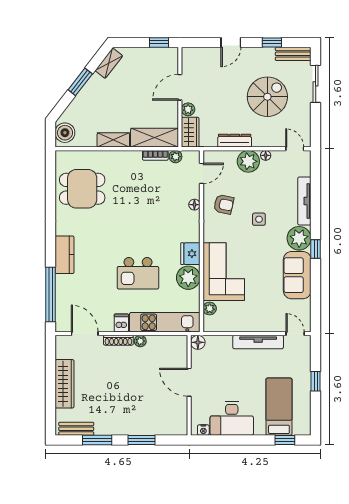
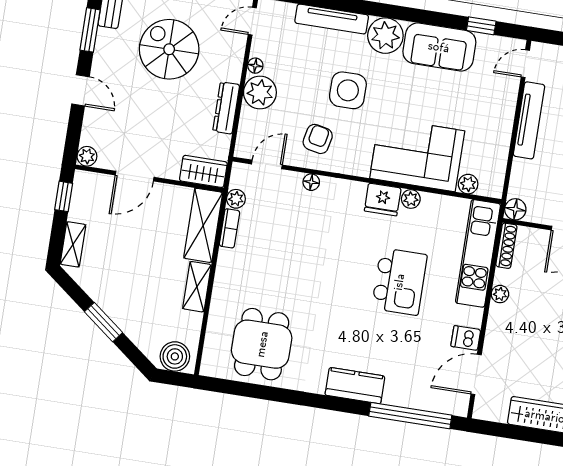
window: (272, 42) -> (90, 30), width x1.50
shelving: (109, 63) -> (73, 244), moved, turned 52
door: (180, 87) -> (135, 176), hinge flipped
plant: (188, 109) -> (87, 156), moved
door: (202, 173) -> (267, 164), hinge flipped
side table: (259, 219) -> (348, 90), width x1.87, depth x1.87
window: (316, 249) -> (481, 26), moved
plant: (188, 278) -> (411, 199), width x0.53, depth x0.53
dishwasher: (121, 323) -> (466, 338), moved
shoe rack: (118, 340) -> (506, 246), moved

